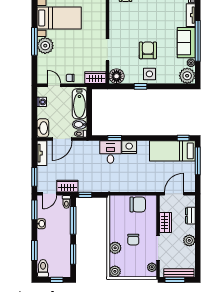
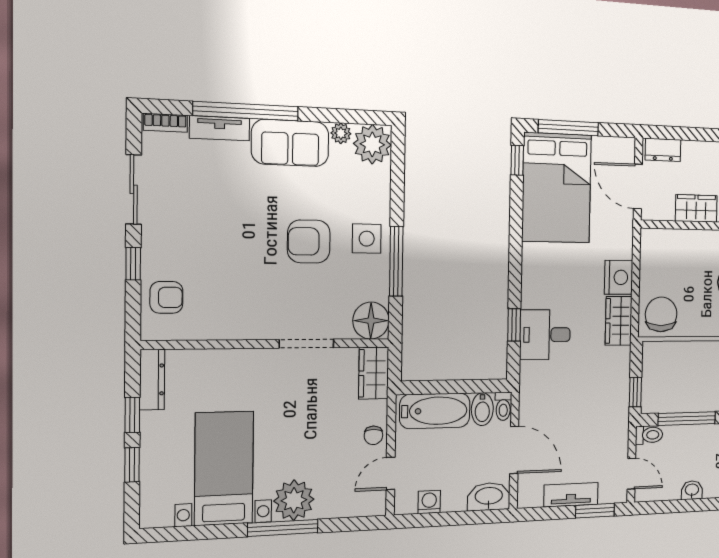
window: (198, 41) -> (246, 111), moved
window: (141, 86) -> (396, 261), width x2.17
nightstand: (129, 147) -> (619, 277), moved, turned 180
bed: (172, 151) -> (557, 188), width x1.50
tv unit: (42, 153) -> (571, 495), moved
wardrobe: (67, 186) -> (619, 321), moved
chair: (138, 204) -> (661, 314), moved
window: (34, 210) -> (663, 507), removed
dresser: (190, 216) -> (663, 150), moved

